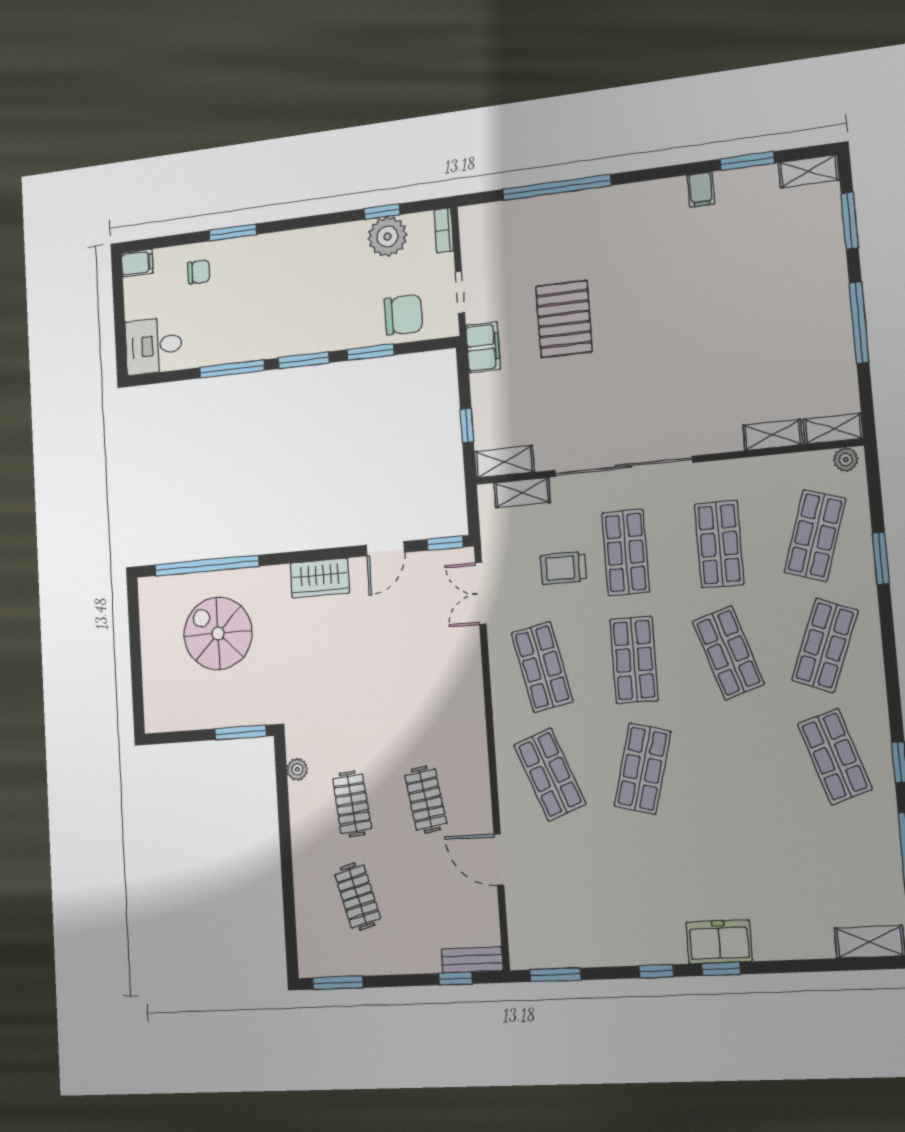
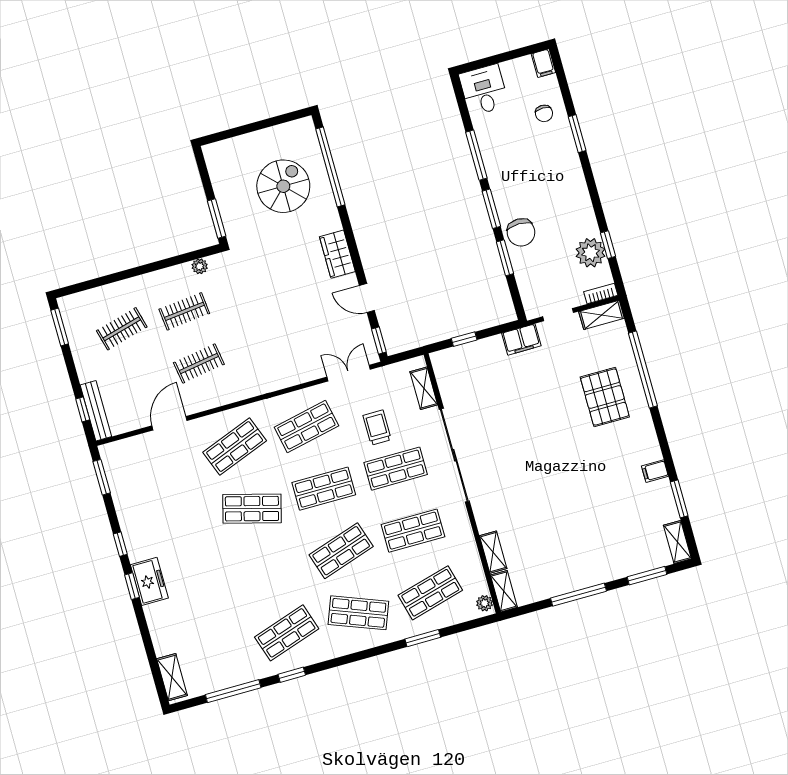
chair: (403, 315) -> (521, 232), moved
pallet: (564, 319) -> (605, 397), moved, turned 90
shelving: (504, 462) -> (602, 315), moved, turned 90
shop shelf: (815, 535) -> (430, 593), turned -33
bench: (472, 960) -> (96, 411), width x1.36

